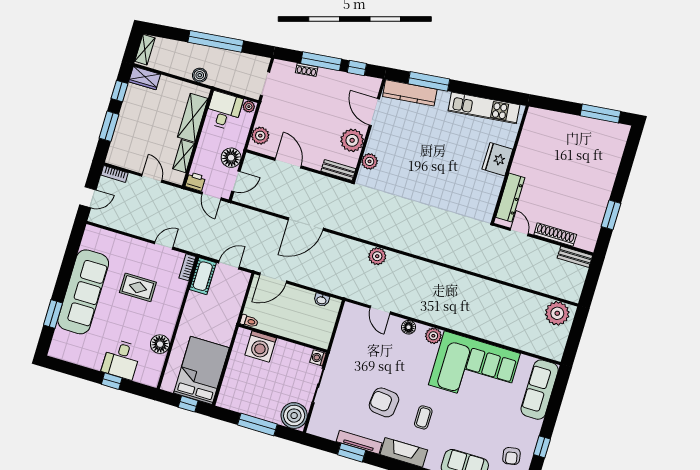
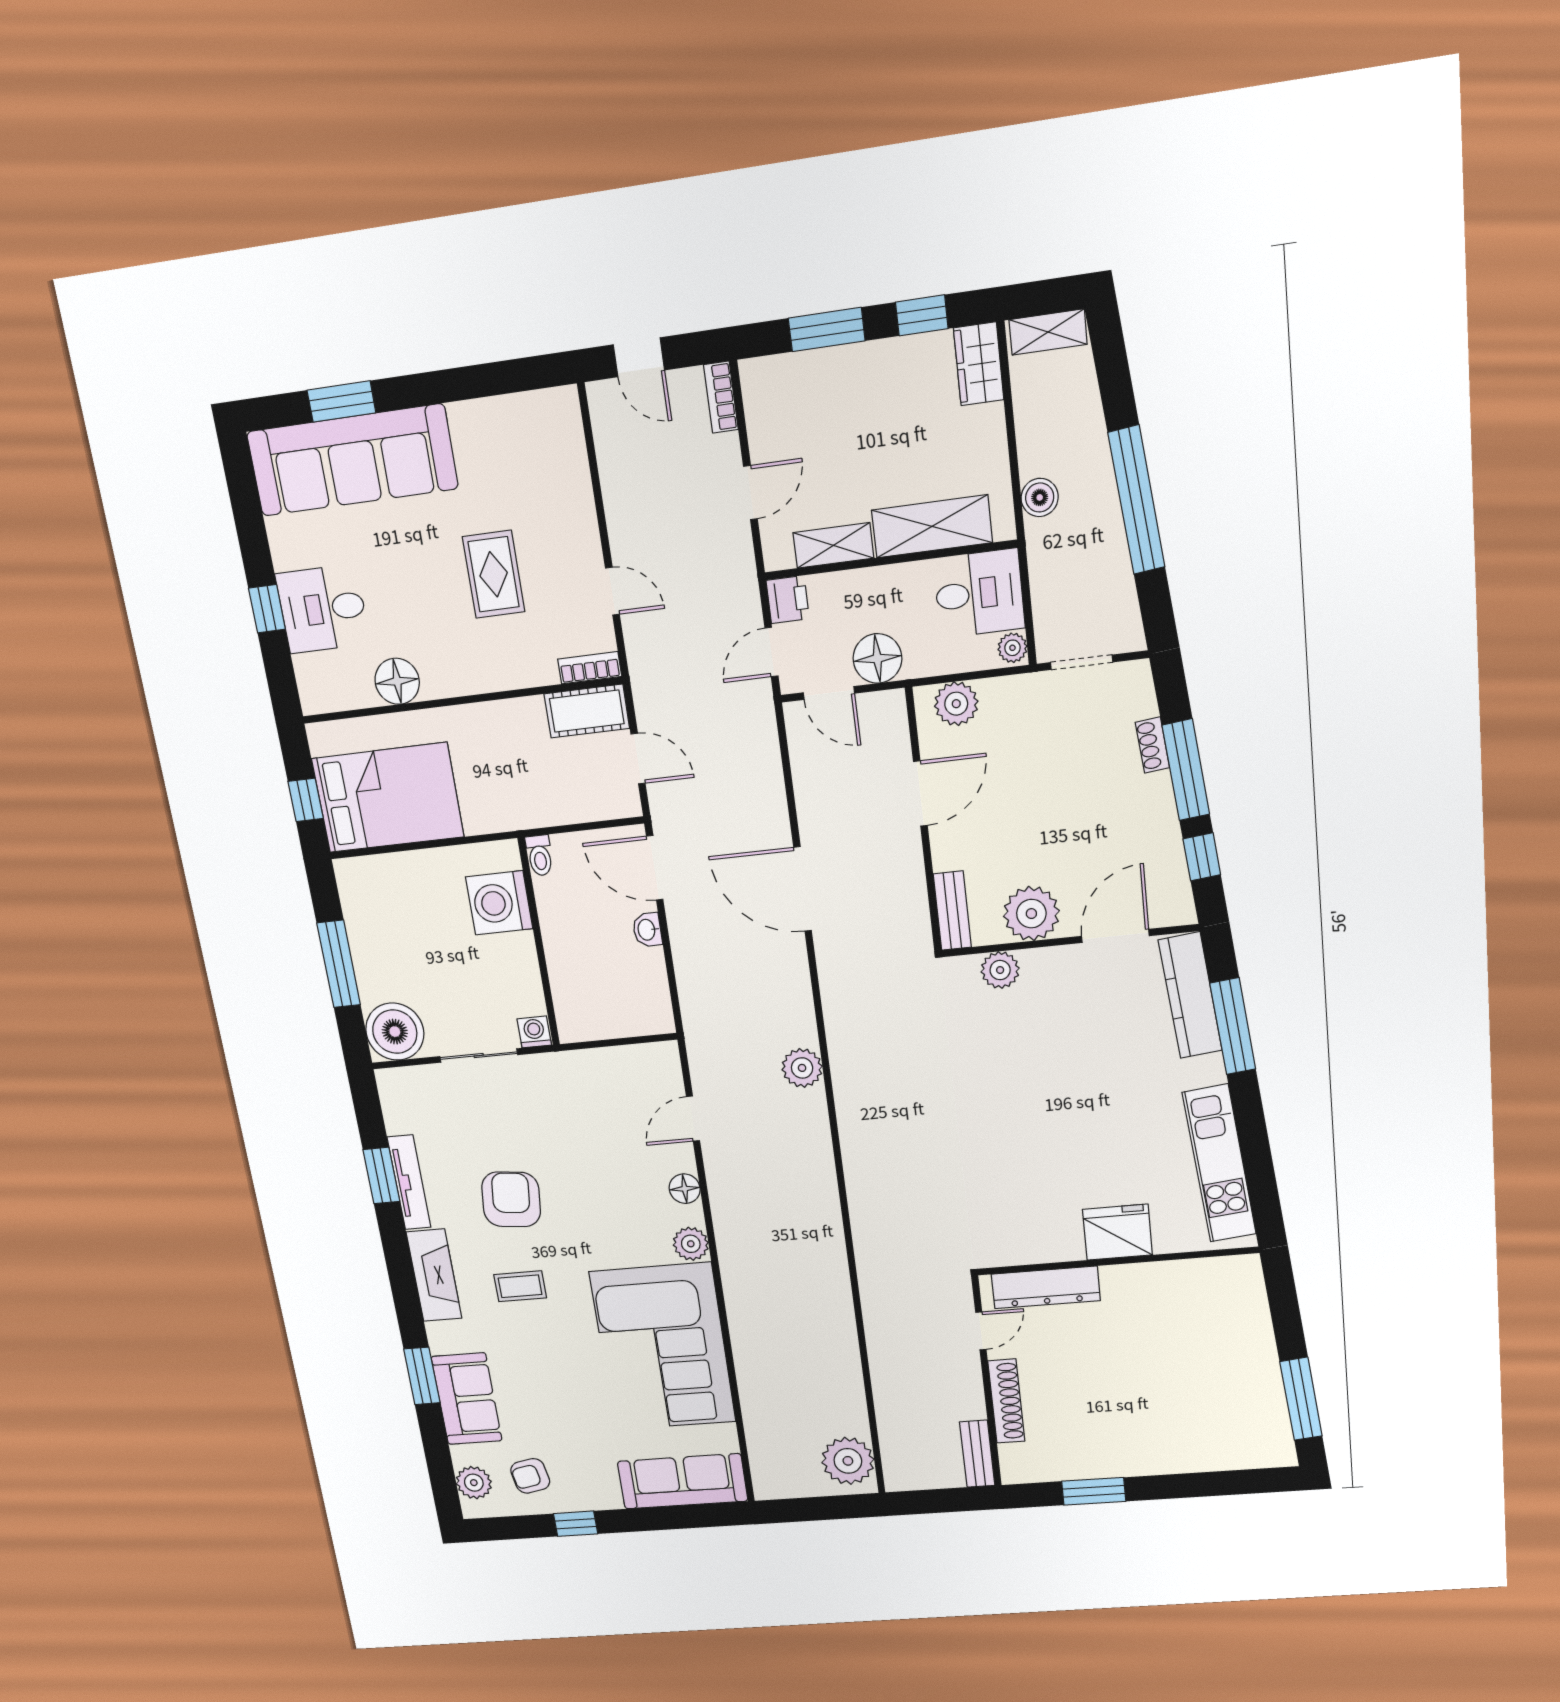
sofa: (83, 292) -> (352, 460), moved
washbasin: (321, 300) -> (647, 930), moved

